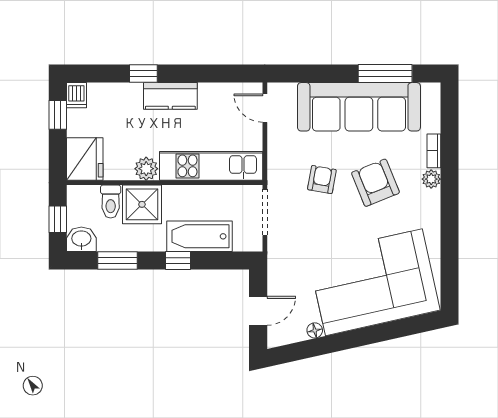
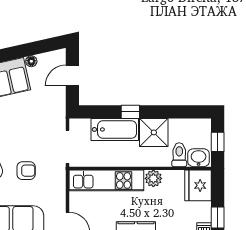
armchair: (322, 180) -> (26, 171), turned -100
shower: (142, 204) -> (154, 132), moved
washbasin: (81, 239) -> (199, 158), moved, turned 180
window: (118, 261) -> (174, 112), removed

